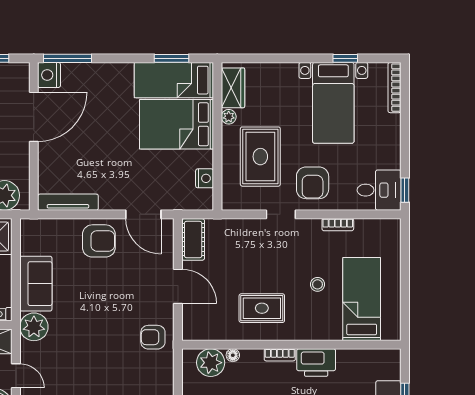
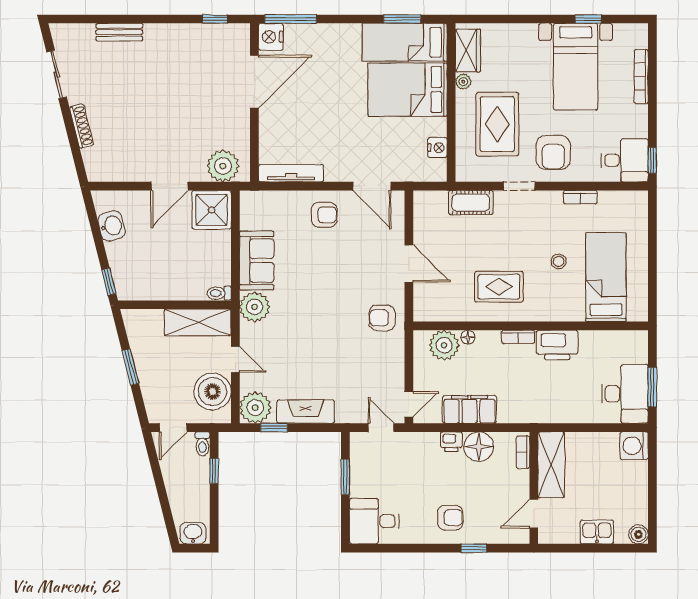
bookcase: (395, 88) -> (641, 77), moved
cot: (193, 240) -> (471, 203), moved, turned 90
armchair: (99, 241) -> (324, 215), width x0.72, depth x0.72

